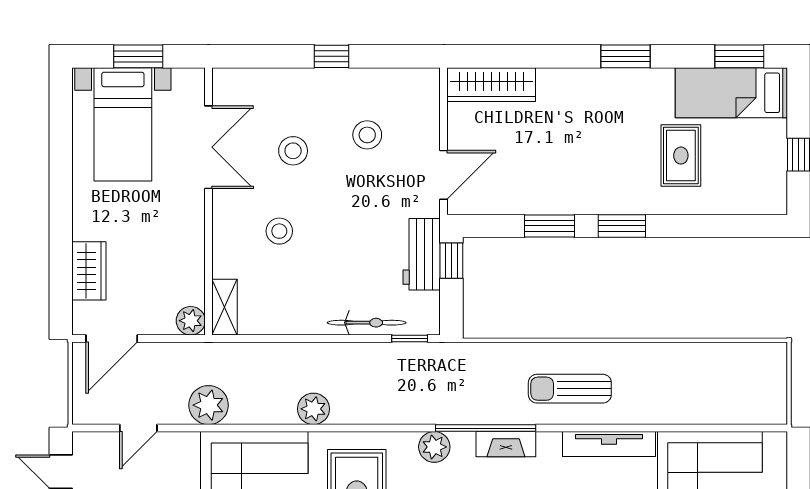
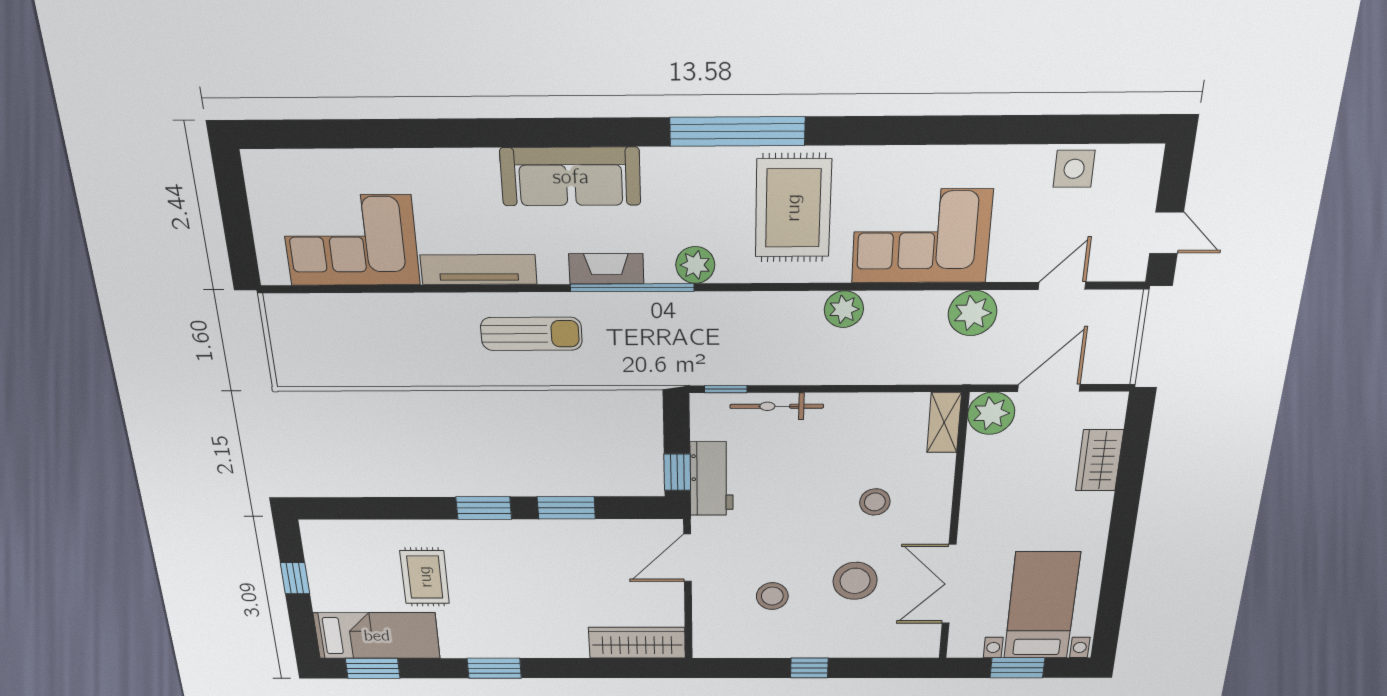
stool: (293, 151) -> (855, 581), width x1.38, depth x1.38
plant: (191, 321) -> (991, 413), width x1.36, depth x1.36
door: (112, 339) -> (1049, 388), moved

